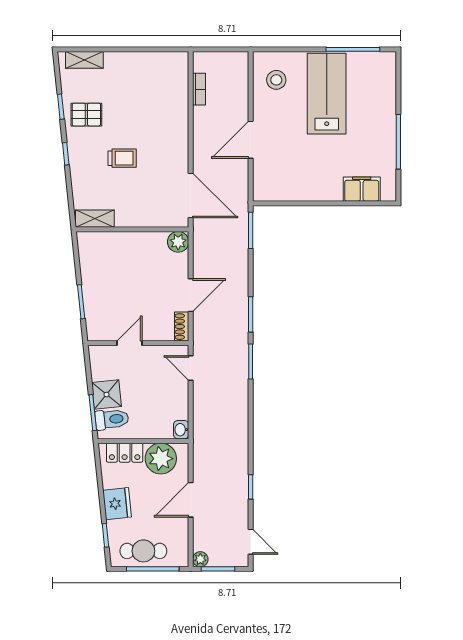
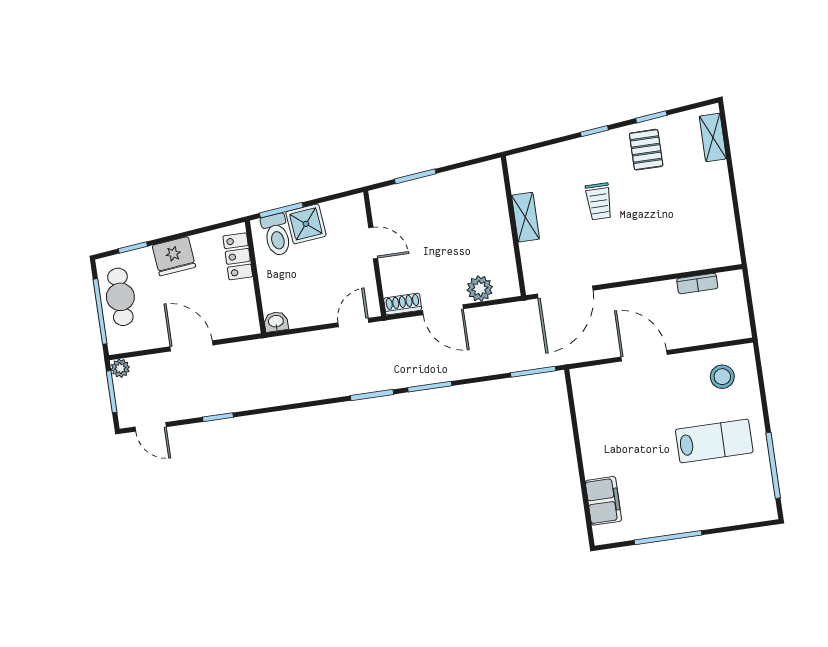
lab bench: (327, 94) -> (714, 441), width x0.73, depth x0.72
shelving: (95, 219) -> (525, 217), moved
plant: (178, 242) -> (480, 289), moved
plant: (161, 459) -> (237, 302), removed
door: (251, 542) -> (151, 427), hinge flipped

